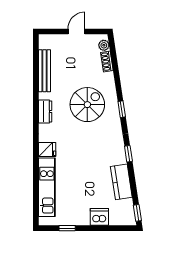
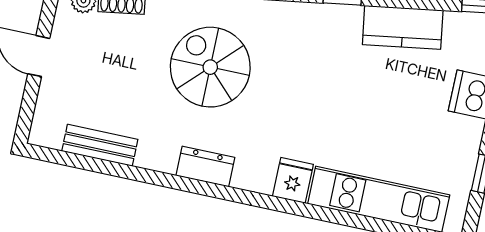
bench: (45, 71) -> (100, 145), width x0.73

